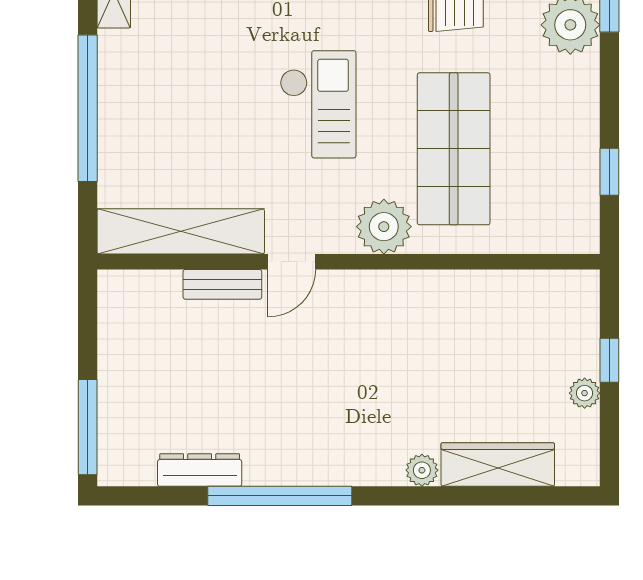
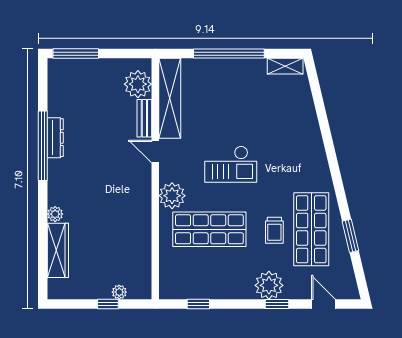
plant: (151, 298) -> (138, 84), added
plant: (585, 393) -> (119, 292), moved
dresser: (200, 470) -> (55, 138), moved

